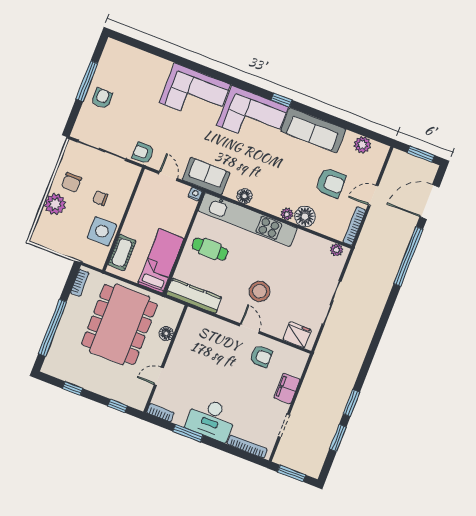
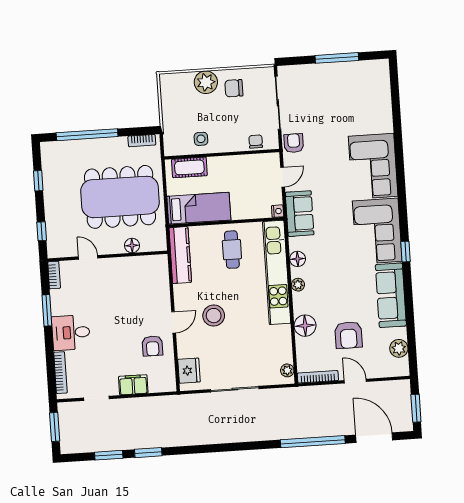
armchair: (102, 98) -> (327, 80), removed
chair: (100, 198) -> (256, 142), moved
plant: (287, 214) -> (298, 285), moved
side table: (102, 231) -> (201, 139), width x0.54, depth x0.54
desk: (211, 419) -> (71, 333), width x0.73

